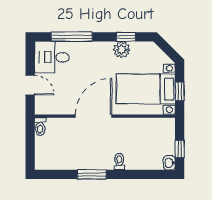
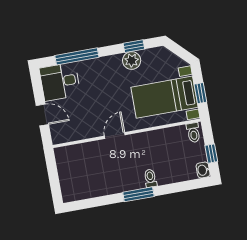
door: (94, 116) -> (115, 135), width x0.53
toilet: (40, 127) -> (193, 133), moved
window: (92, 174) -> (138, 194), moved

